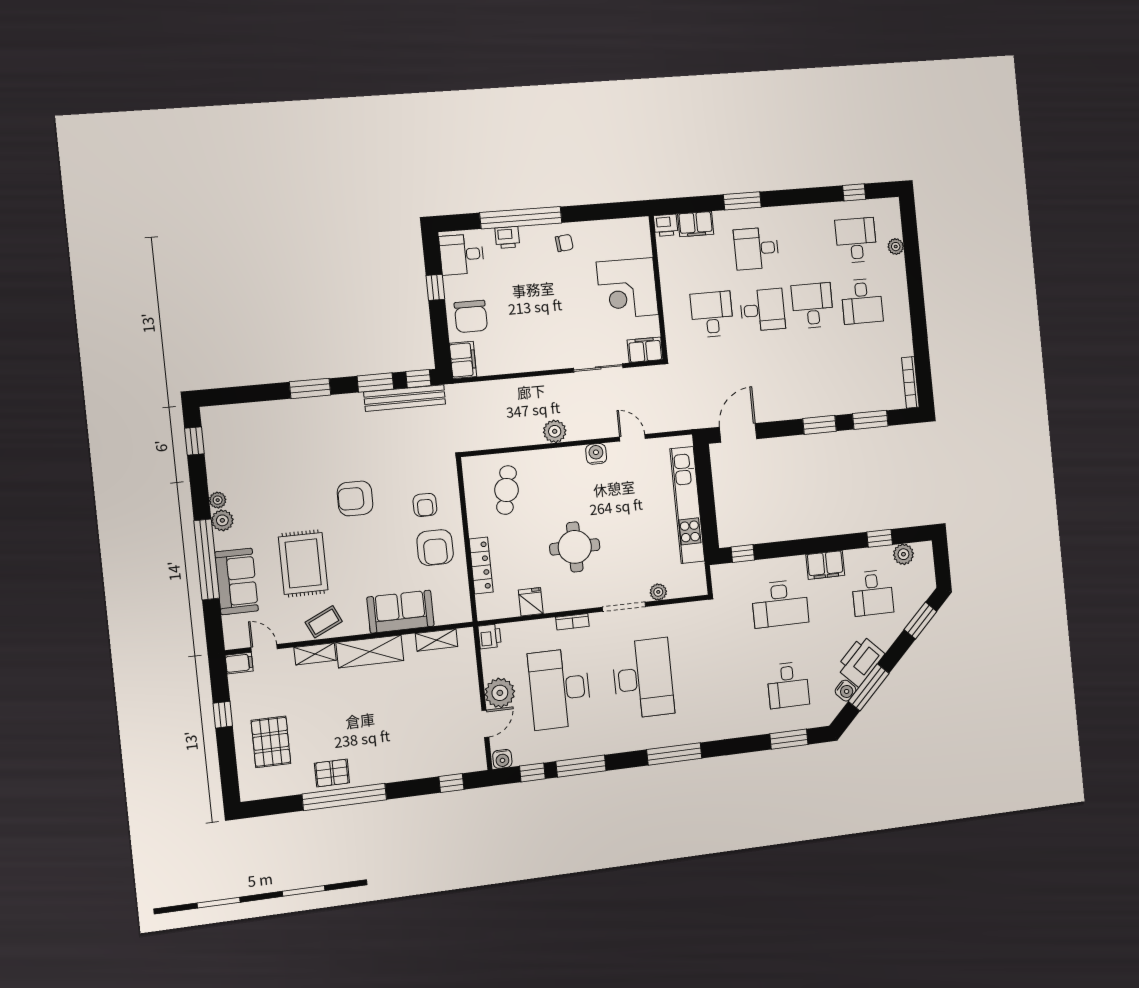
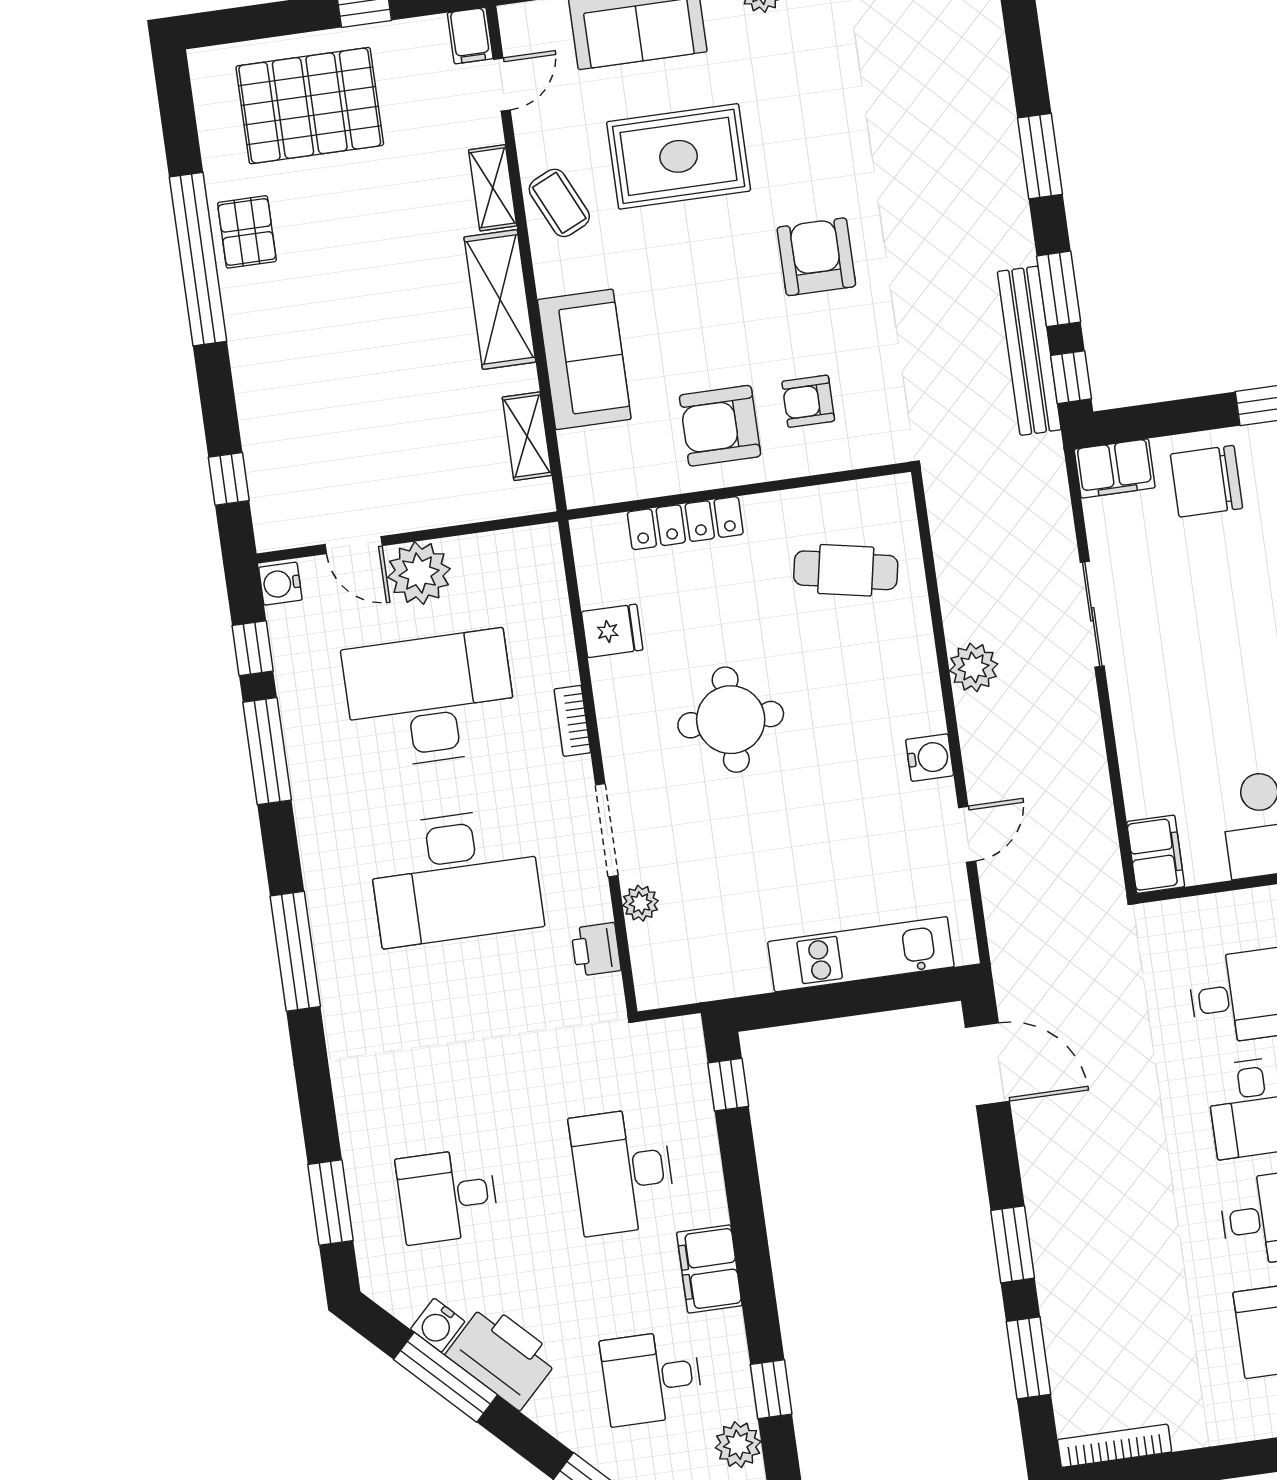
sliding door: (598, 368) -> (1092, 614), moved
kitchen unit: (687, 505) -> (861, 954), width x0.73
printer: (490, 636) -> (596, 949), moved, turned 90
pallet: (271, 742) -> (310, 106), width x1.37, depth x1.41

